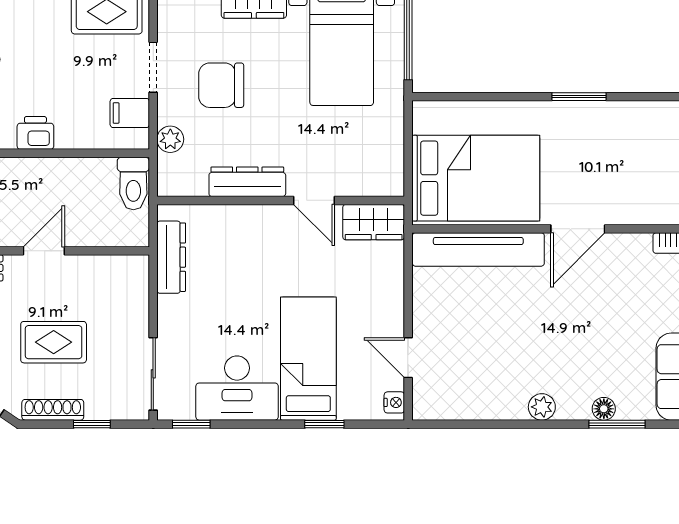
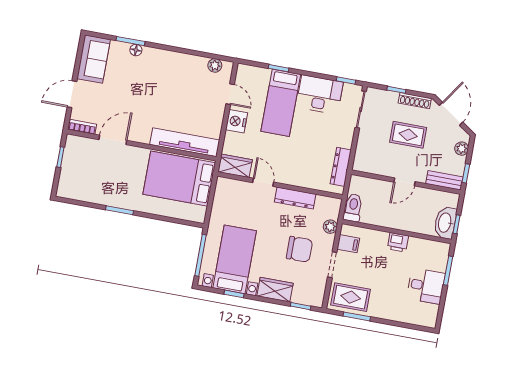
door: (578, 229) -> (113, 140), moved
nightstand: (394, 402) -> (237, 121), moved, width x1.89, depth x1.79
plant: (542, 407) -> (215, 65), moved

